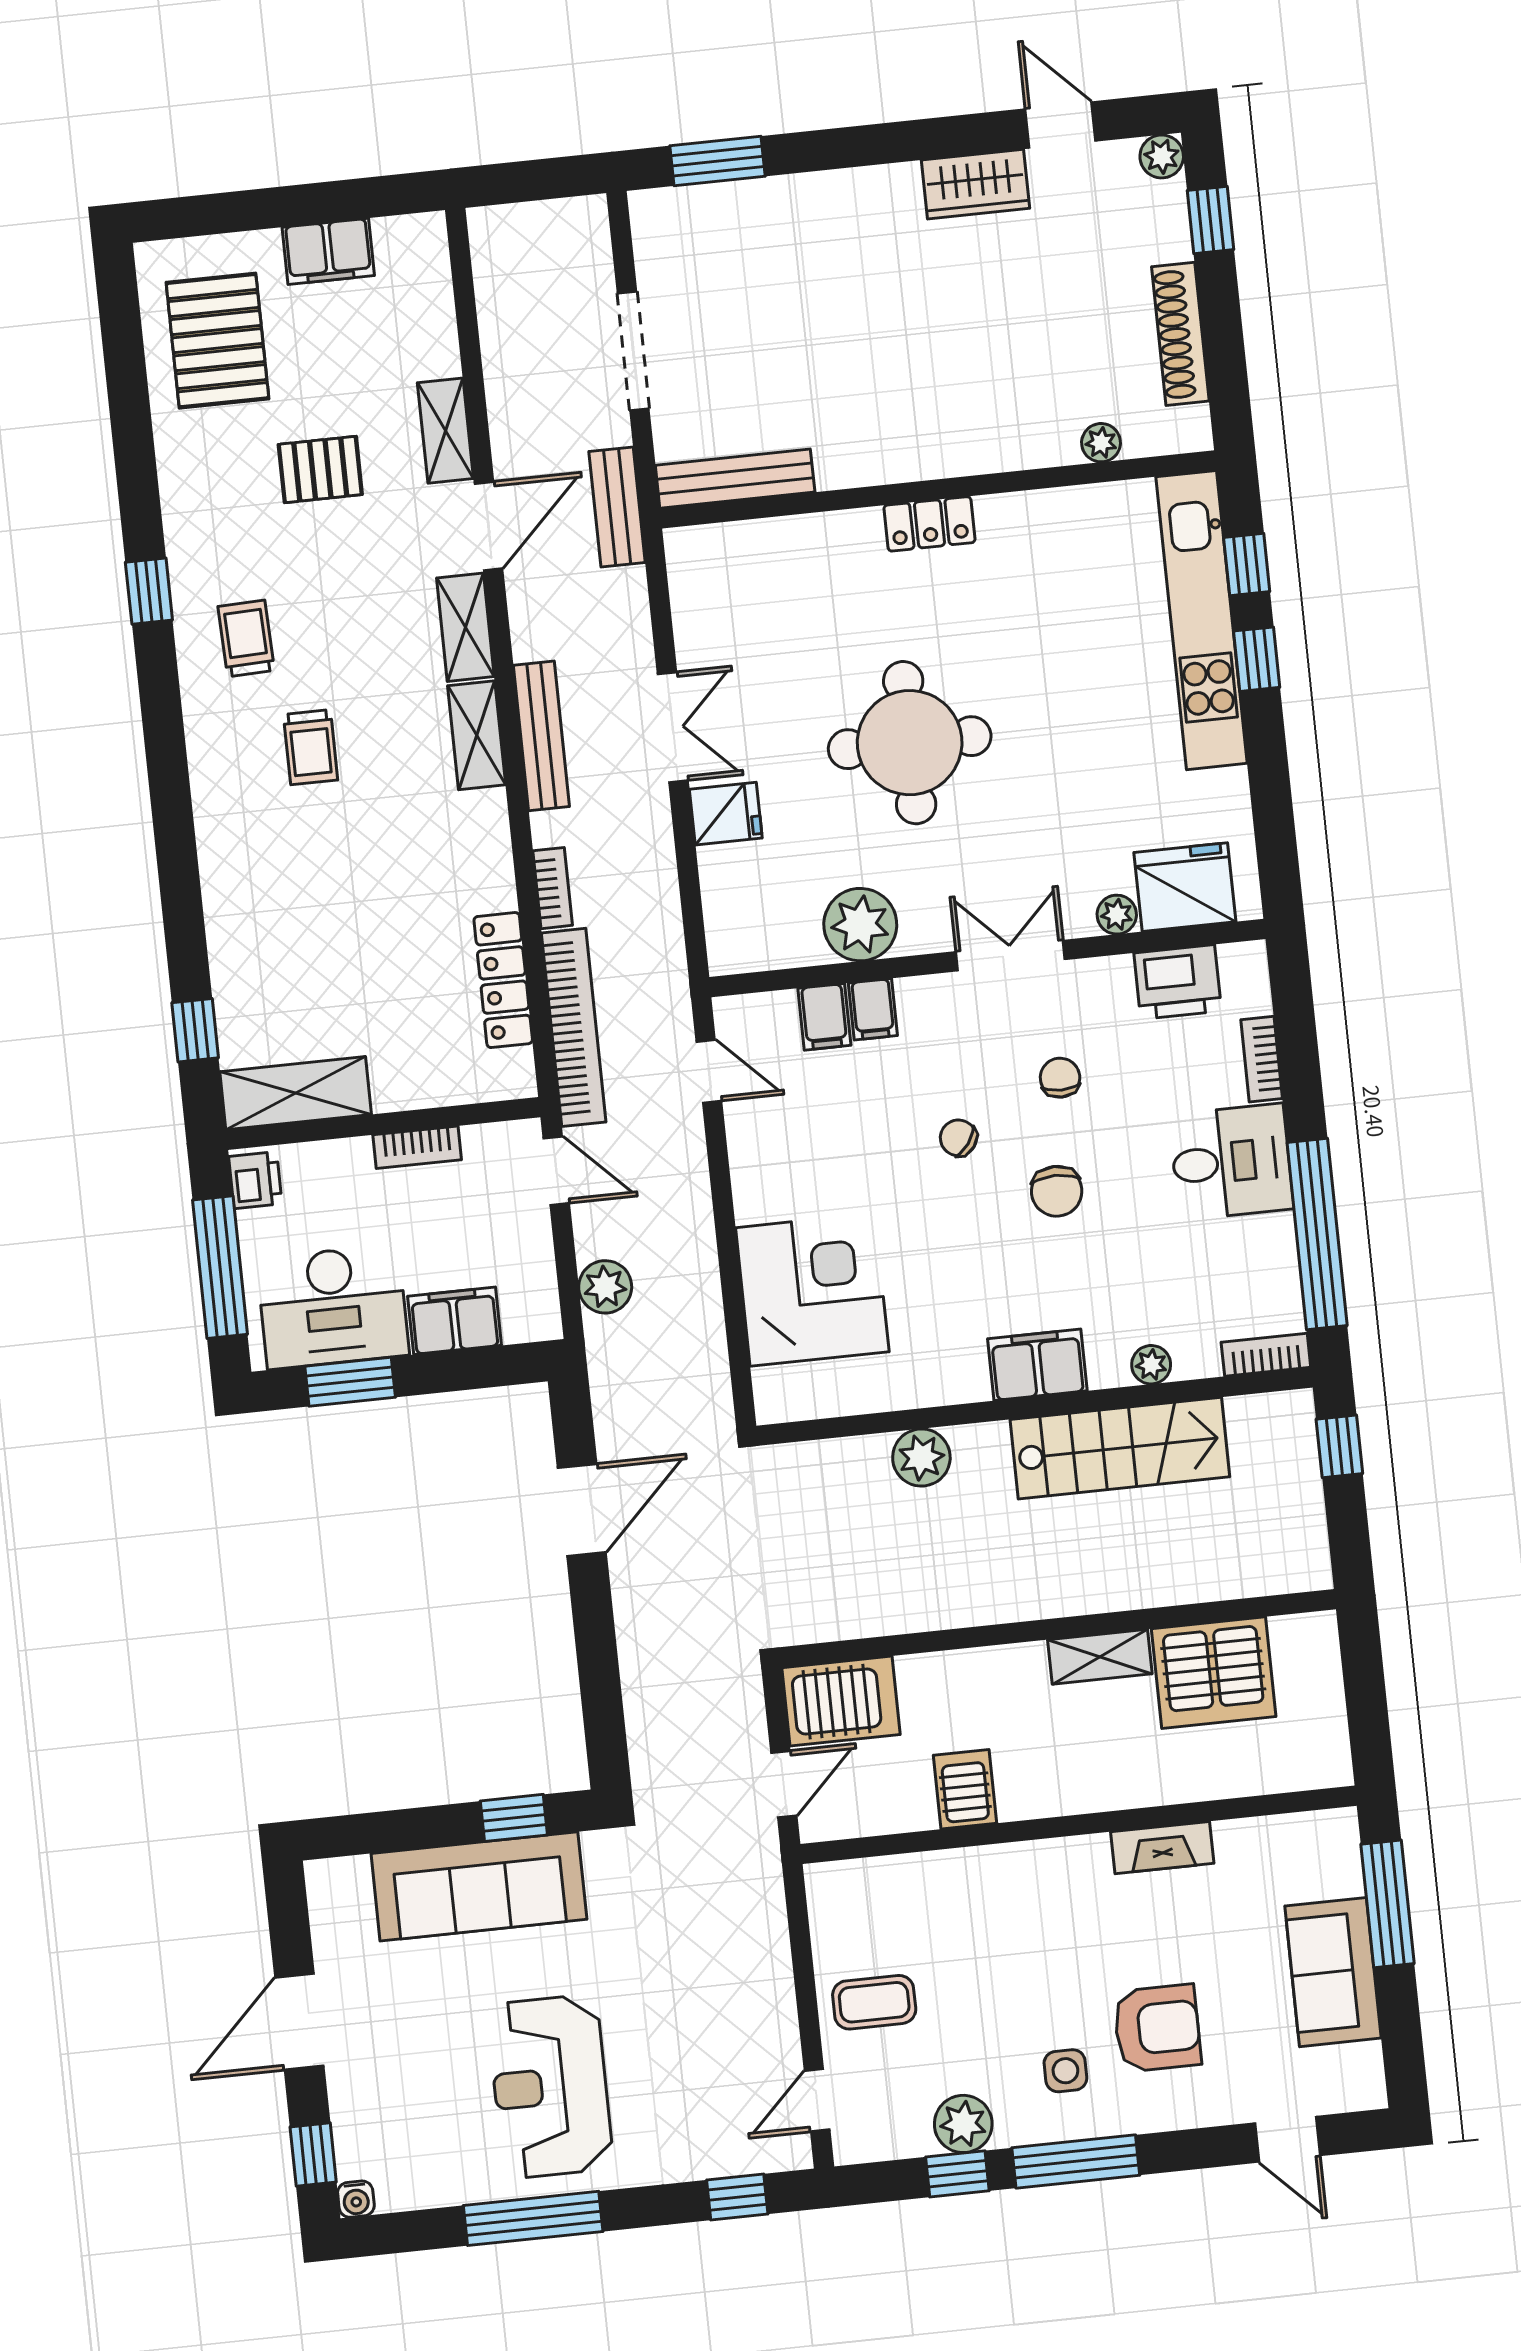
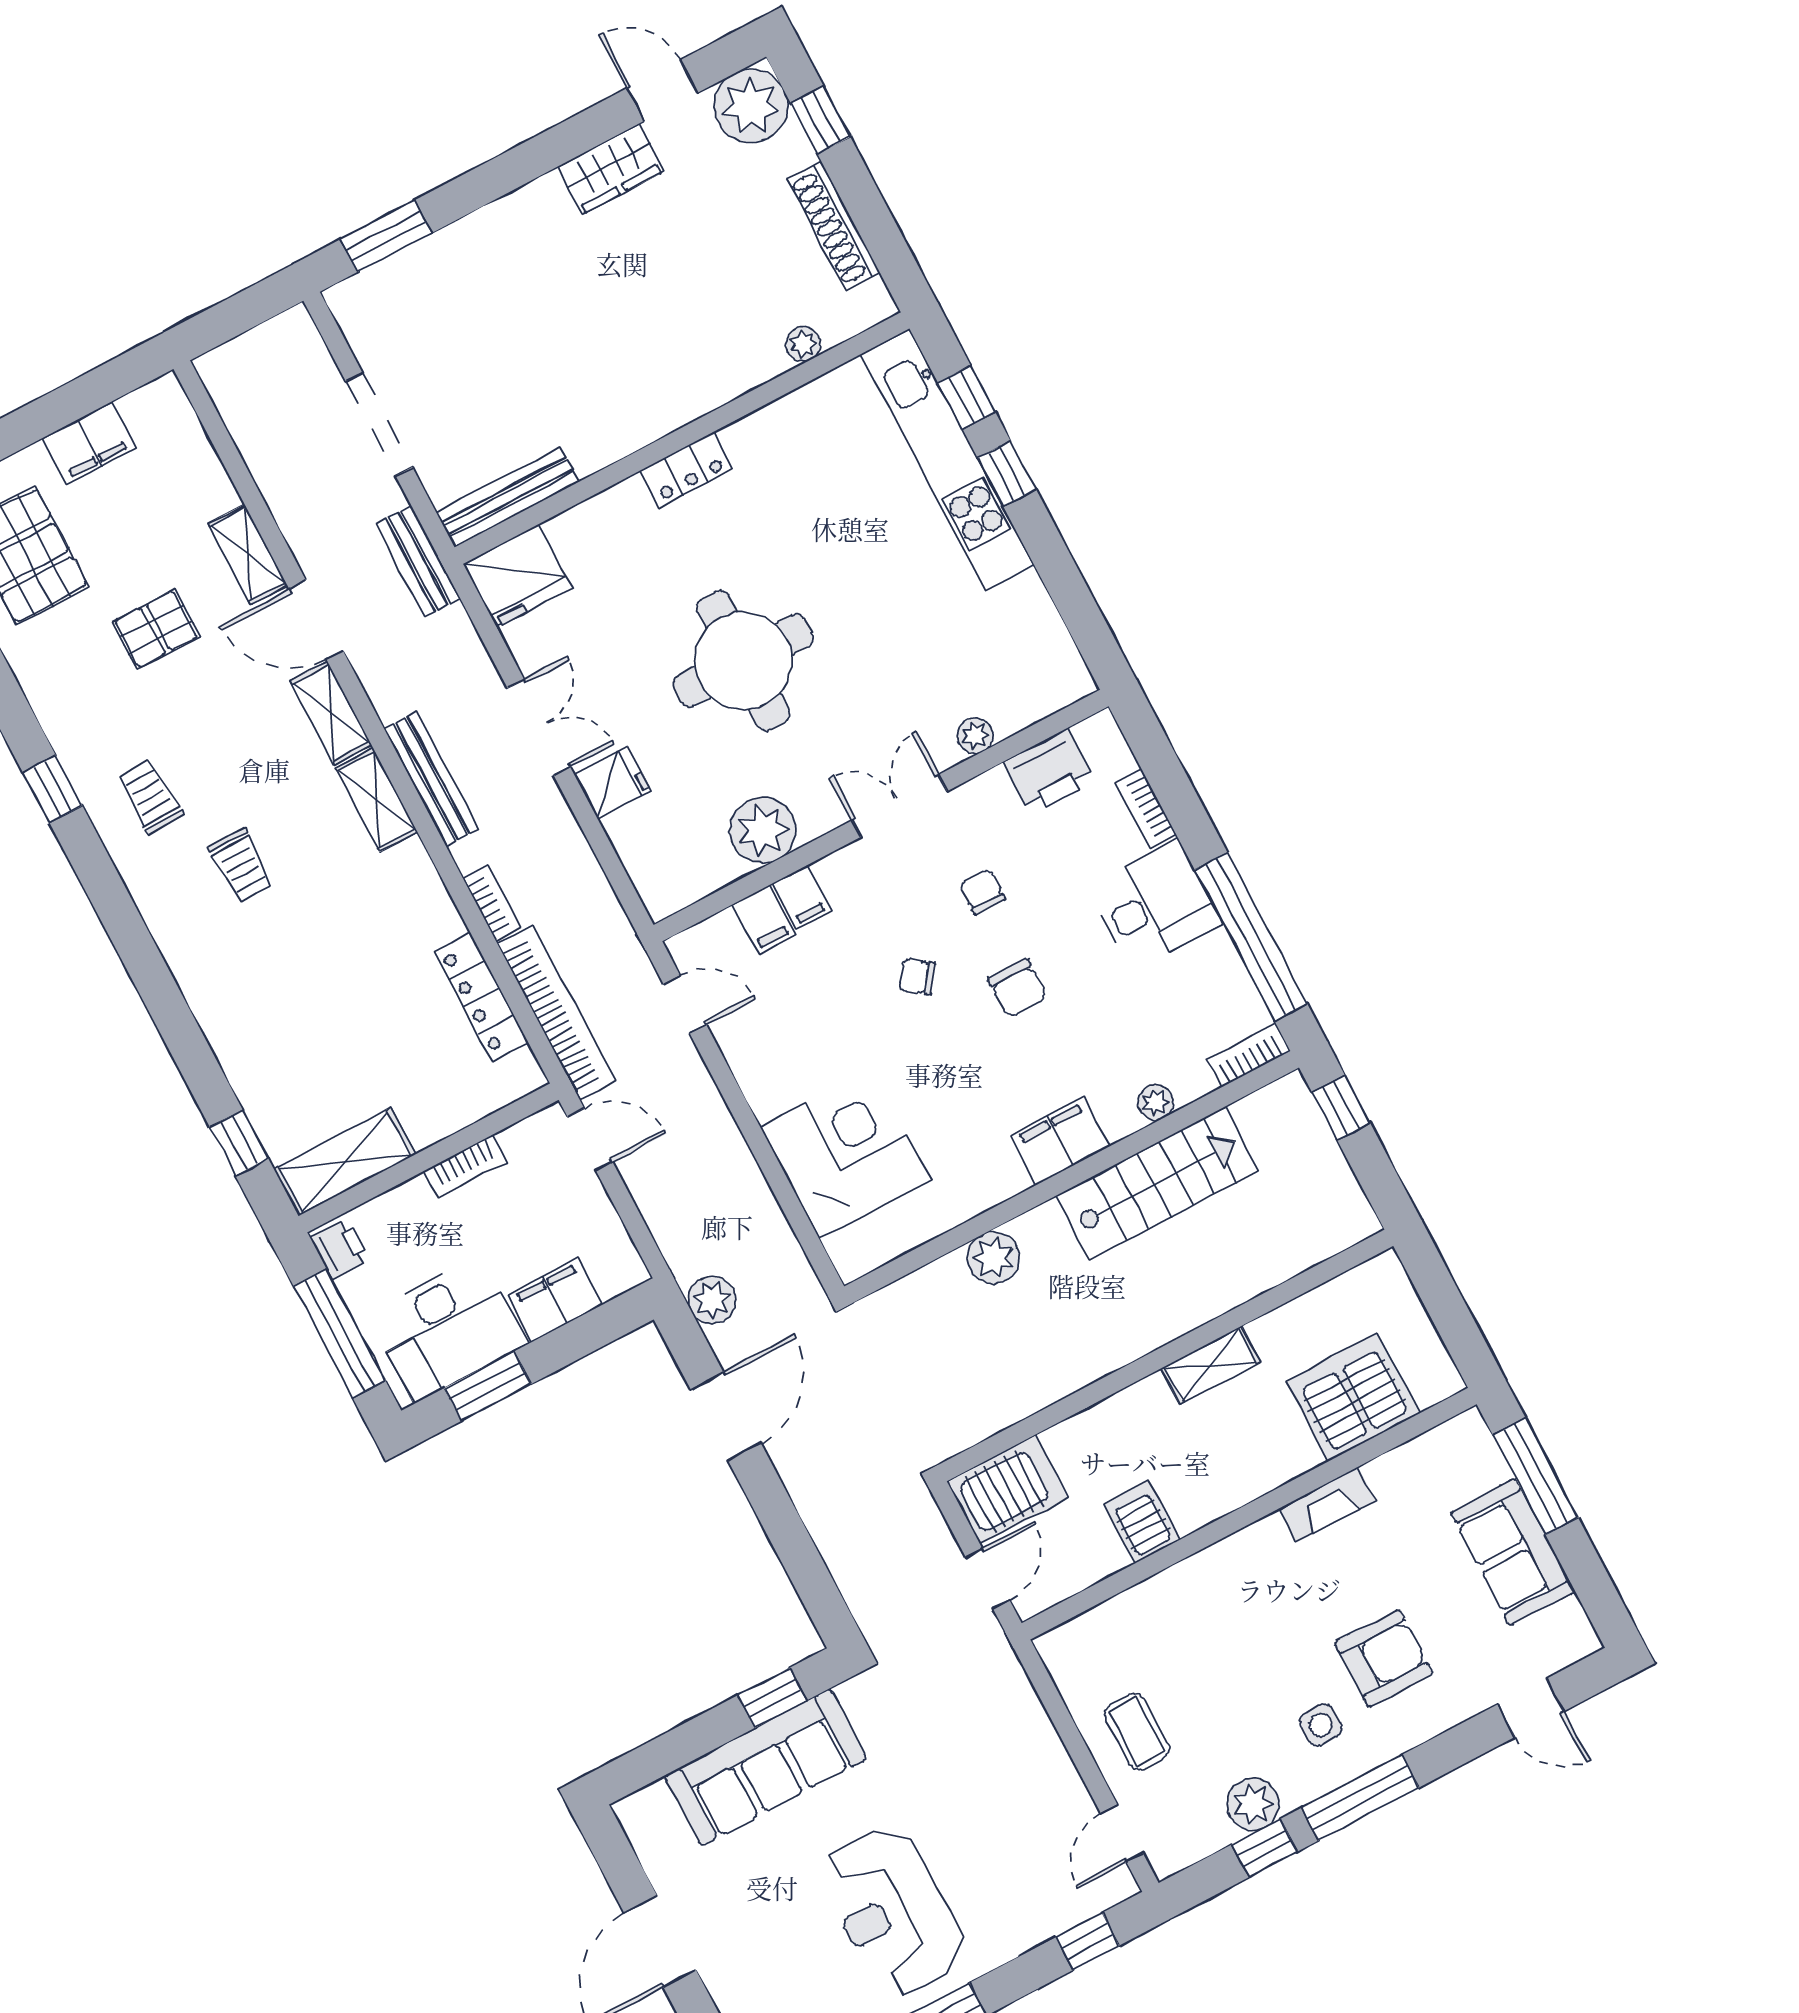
plant: (1162, 156) -> (751, 106), width x1.87, depth x1.87
door: (489, 526) -> (316, 620), swing flipped
fridge: (1185, 887) -> (518, 576), moved, turned 180
plant: (605, 1287) -> (712, 1300), moved
server rack: (1214, 1673) -> (1353, 1397), moved, turned 180
coffee table: (874, 2002) -> (1137, 1732), turned 90

